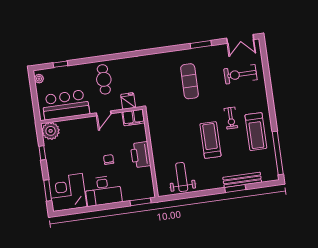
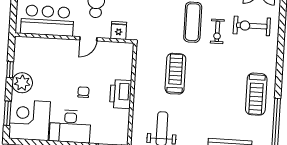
filing cabinet: (134, 117) -> (121, 50), removed
exercise bike: (231, 118) -> (217, 31), moved
plant: (51, 131) -> (22, 83), moved
treadmill: (210, 140) -> (175, 74), moved

